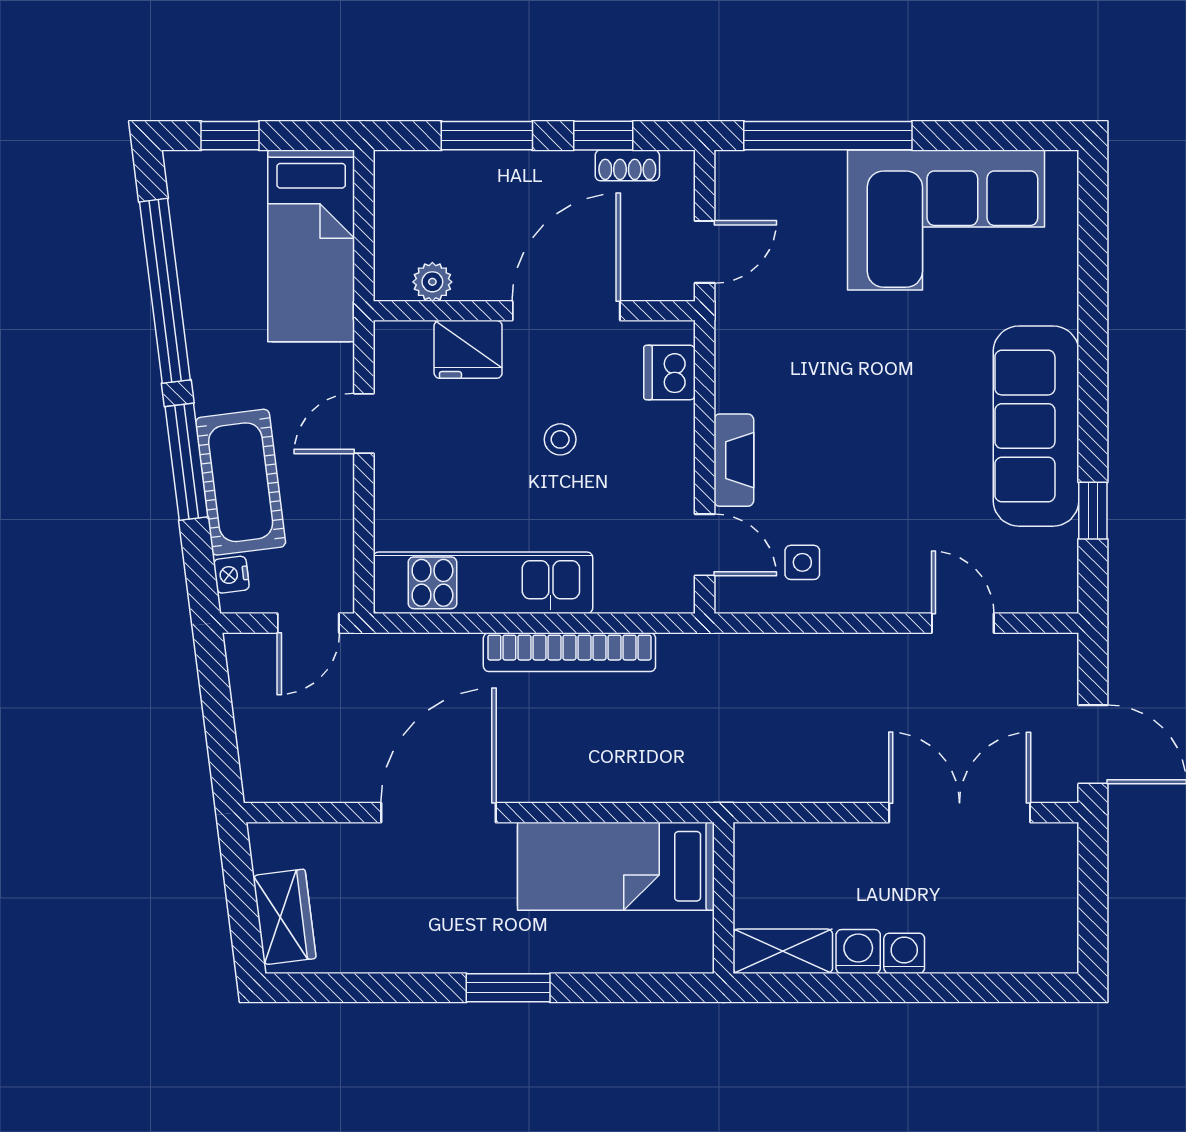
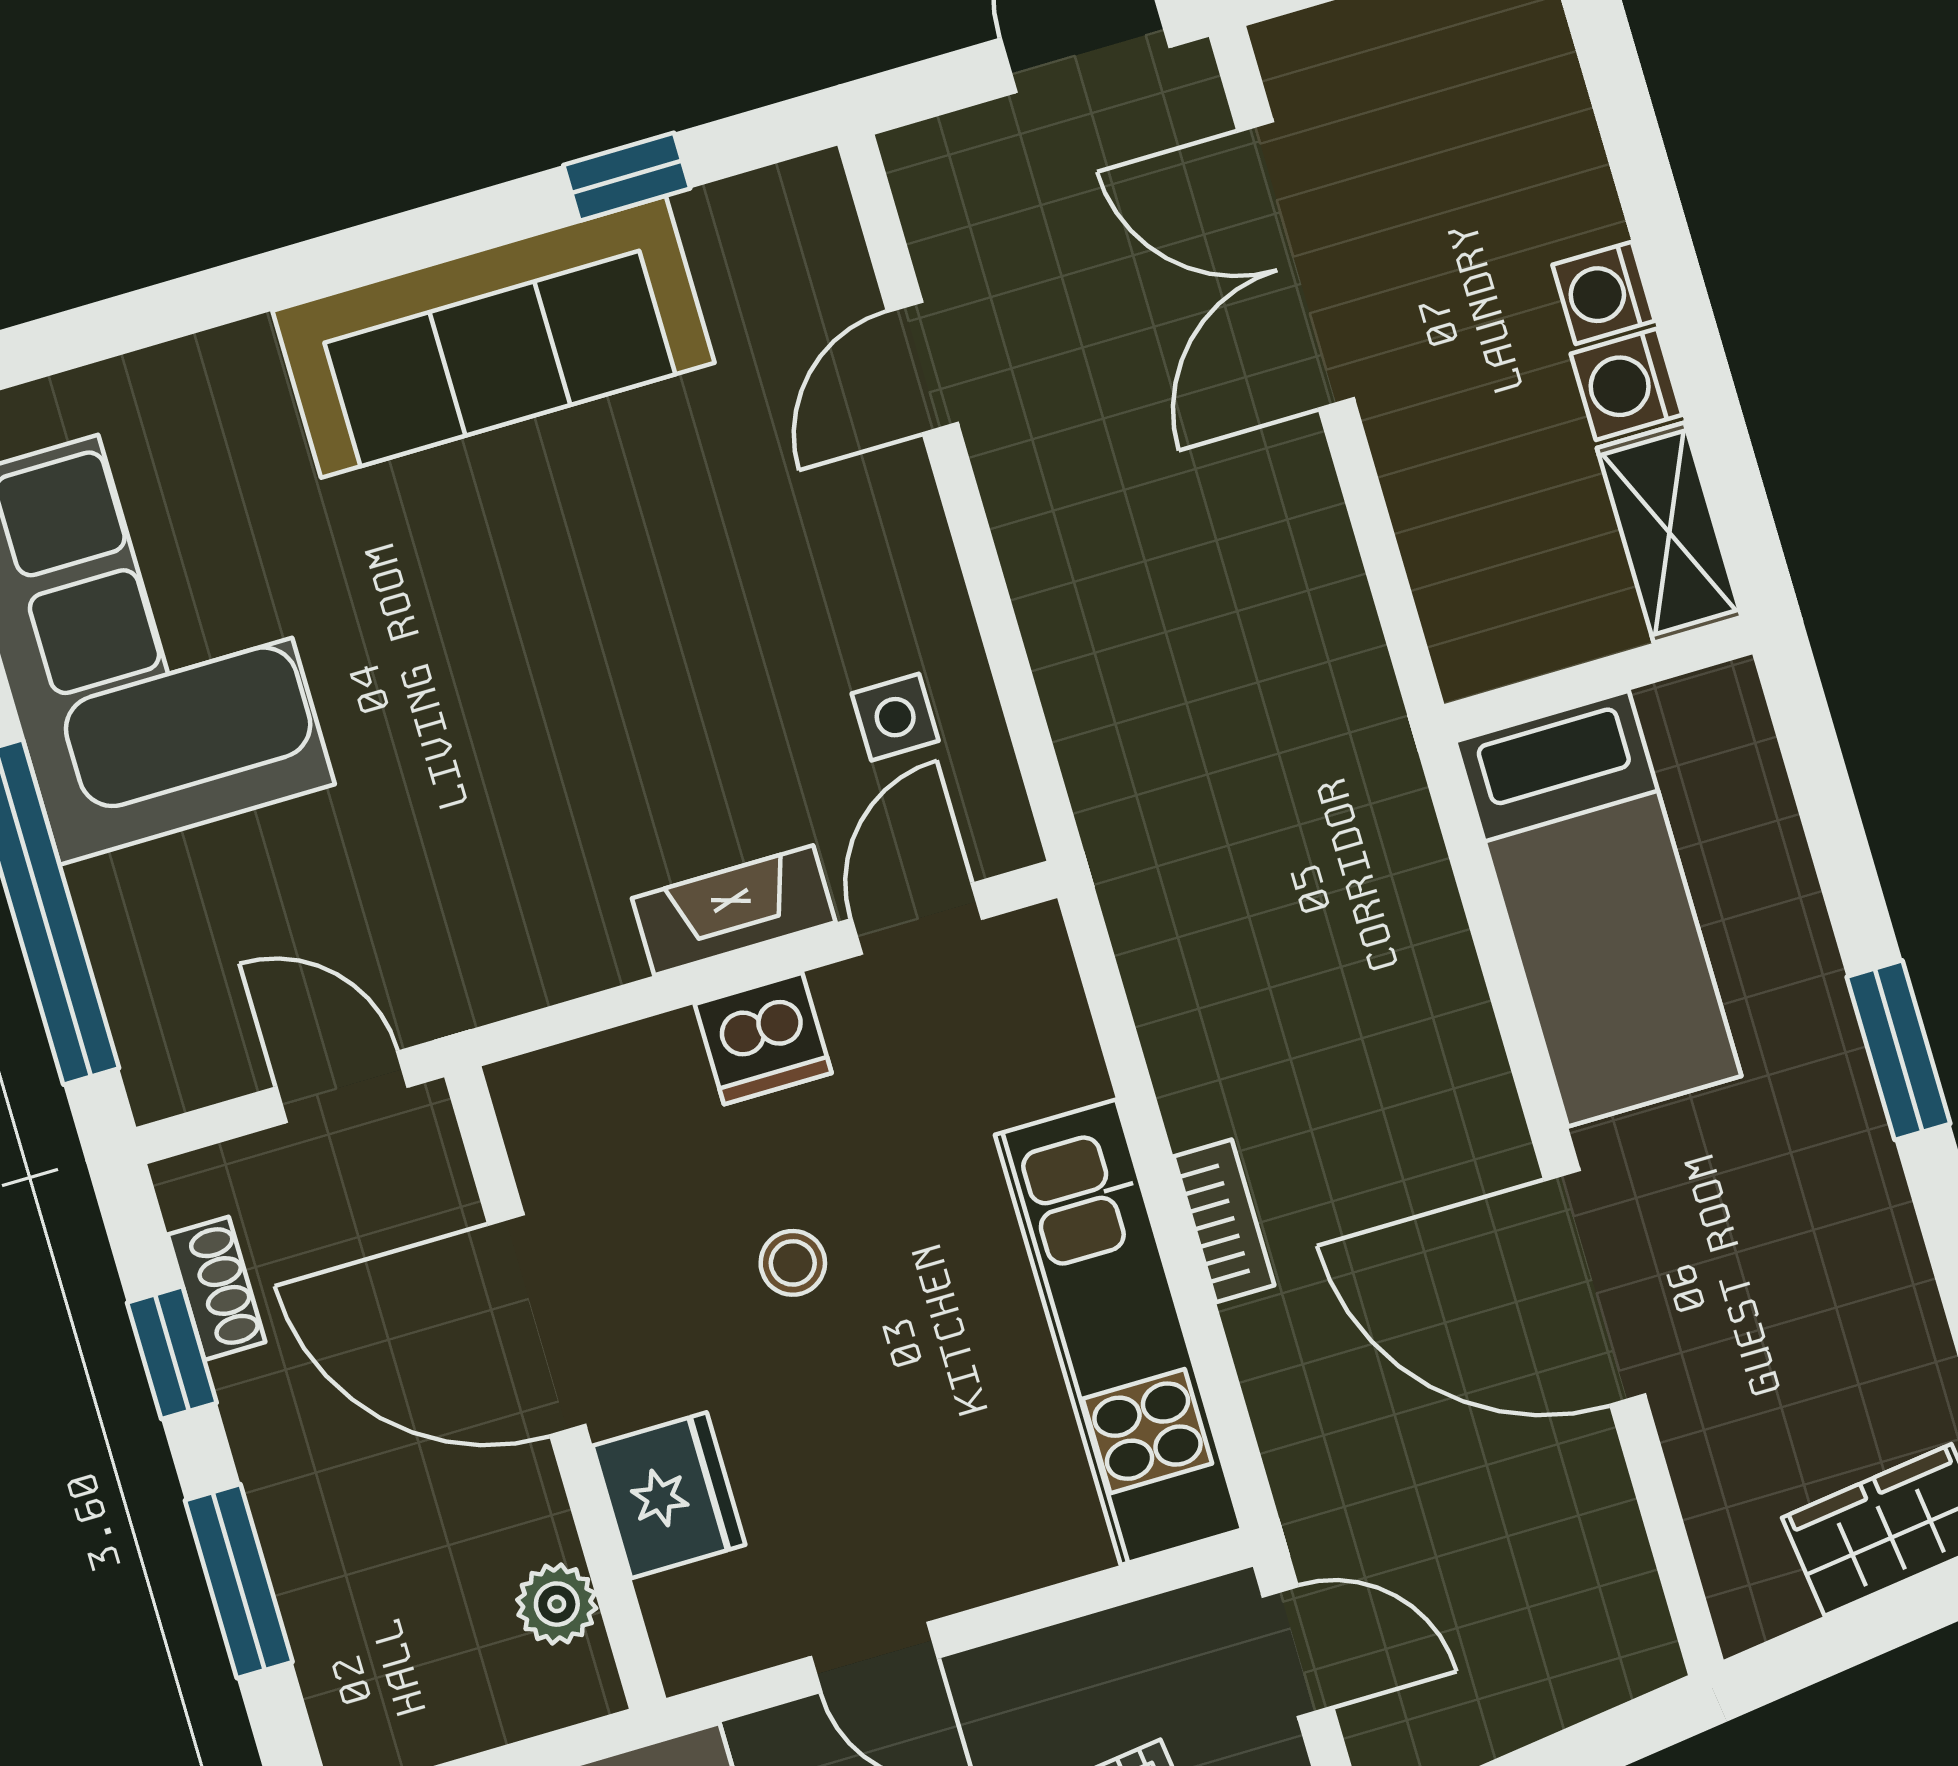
dishwasher: (670, 373) -> (763, 1039), moved
bookcase: (569, 652) -> (1224, 1221), width x0.43, depth x0.76

